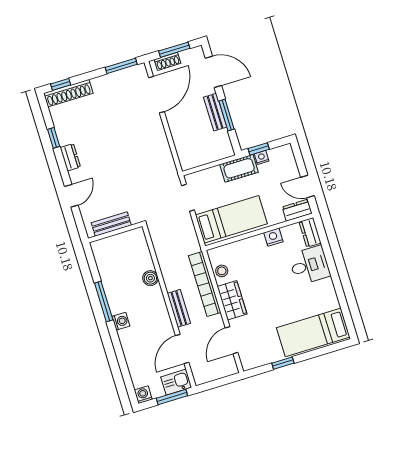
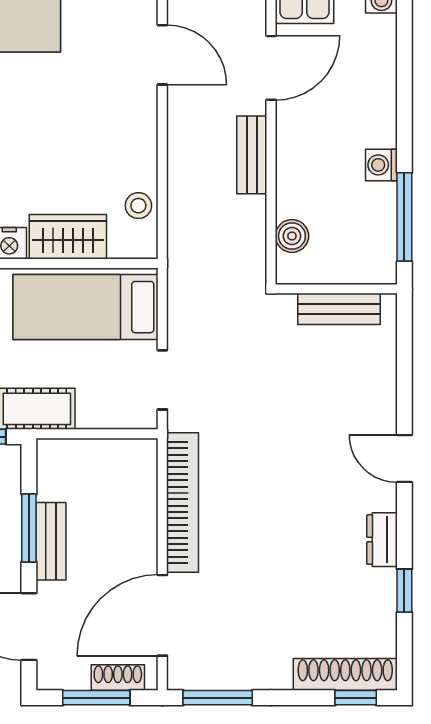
door: (71, 196) -> (404, 459), hinge flipped
bench: (111, 224) -> (339, 309), moved
wall: (115, 232) -> (336, 289), moved
bookcase: (205, 284) -> (183, 502), moved
wardrobe: (232, 300) -> (68, 237), moved, turned 90
door: (231, 340) -> (162, 55), hinge flipped

